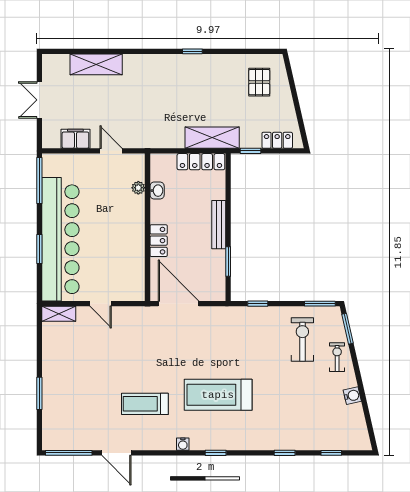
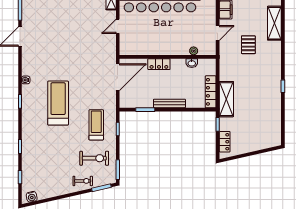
pallet: (259, 82) -> (248, 45), moved, turned 90
water cooler: (352, 396) -> (32, 197), moved
treadmill: (145, 404) -> (96, 125), moved

